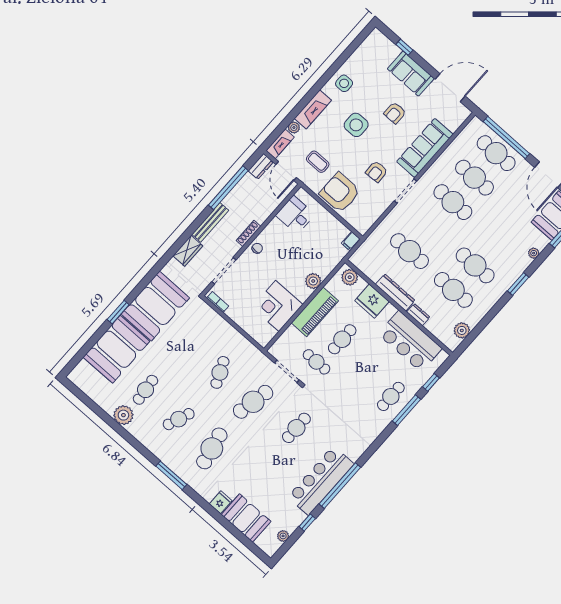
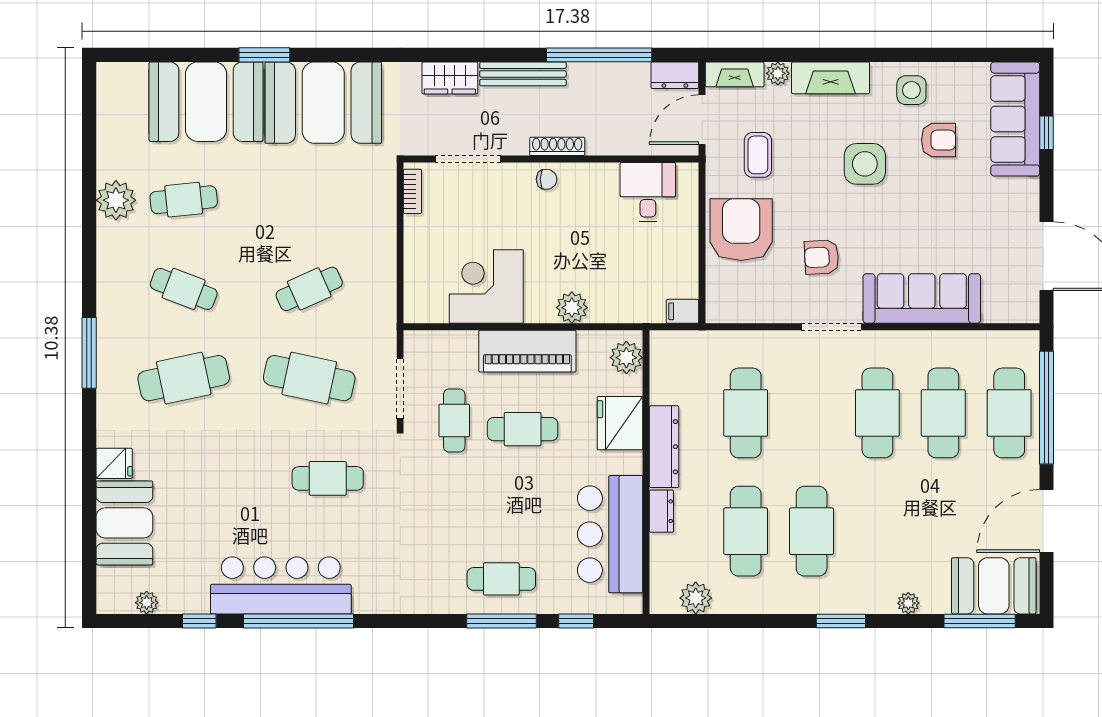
sofa: (411, 74) -> (1015, 119), moved, width x1.36
armchair: (395, 113) -> (939, 140), moved, turned 180

